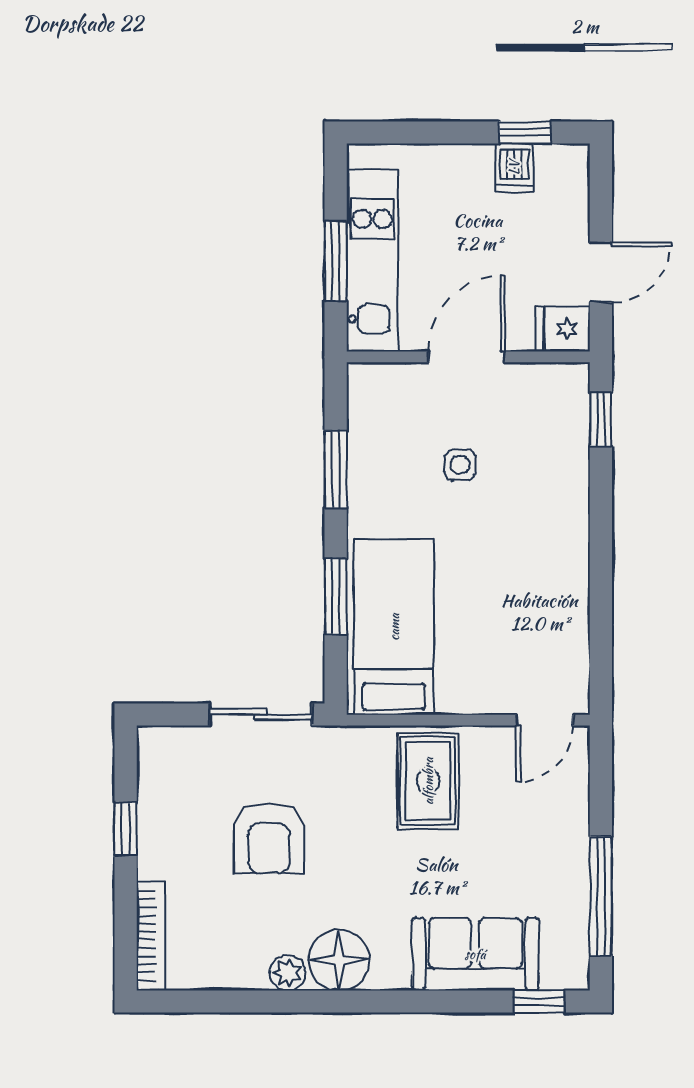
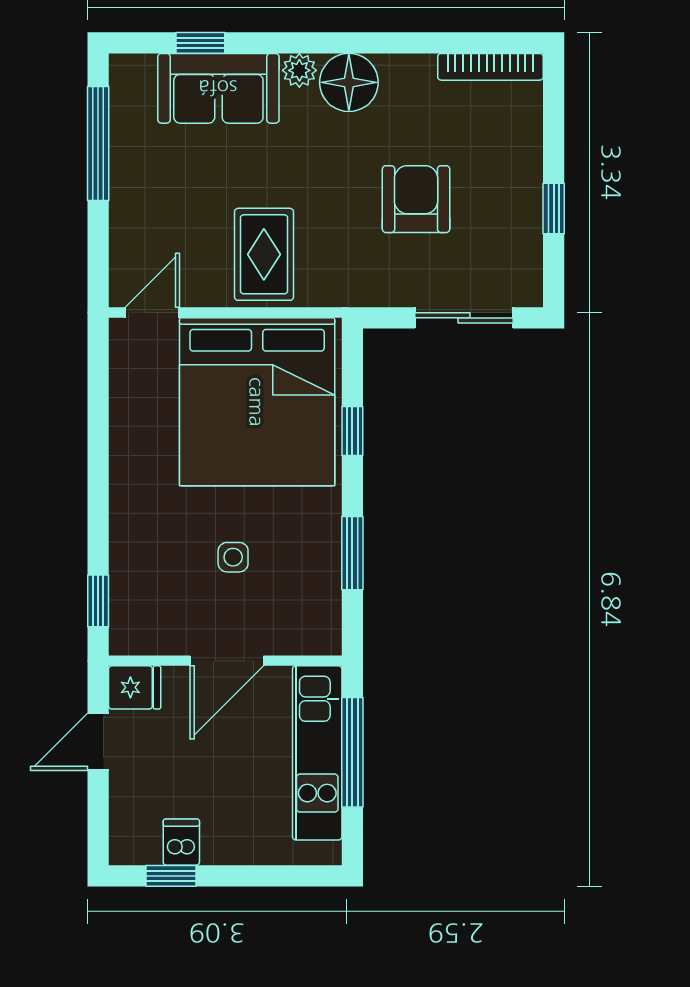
window: (336, 261) -> (352, 752), width x1.44
window: (336, 597) -> (352, 431), width x0.67
bed: (394, 627) -> (257, 402), width x2.04
sliding door: (261, 714) -> (464, 318), moved
bookcase: (151, 936) -> (490, 67), moved, turned -90
plant: (288, 973) -> (299, 70), moved
window: (539, 1002) -> (200, 43), moved

